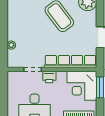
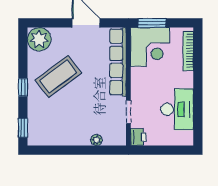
printer: (49, 77) -> (138, 137), moved

